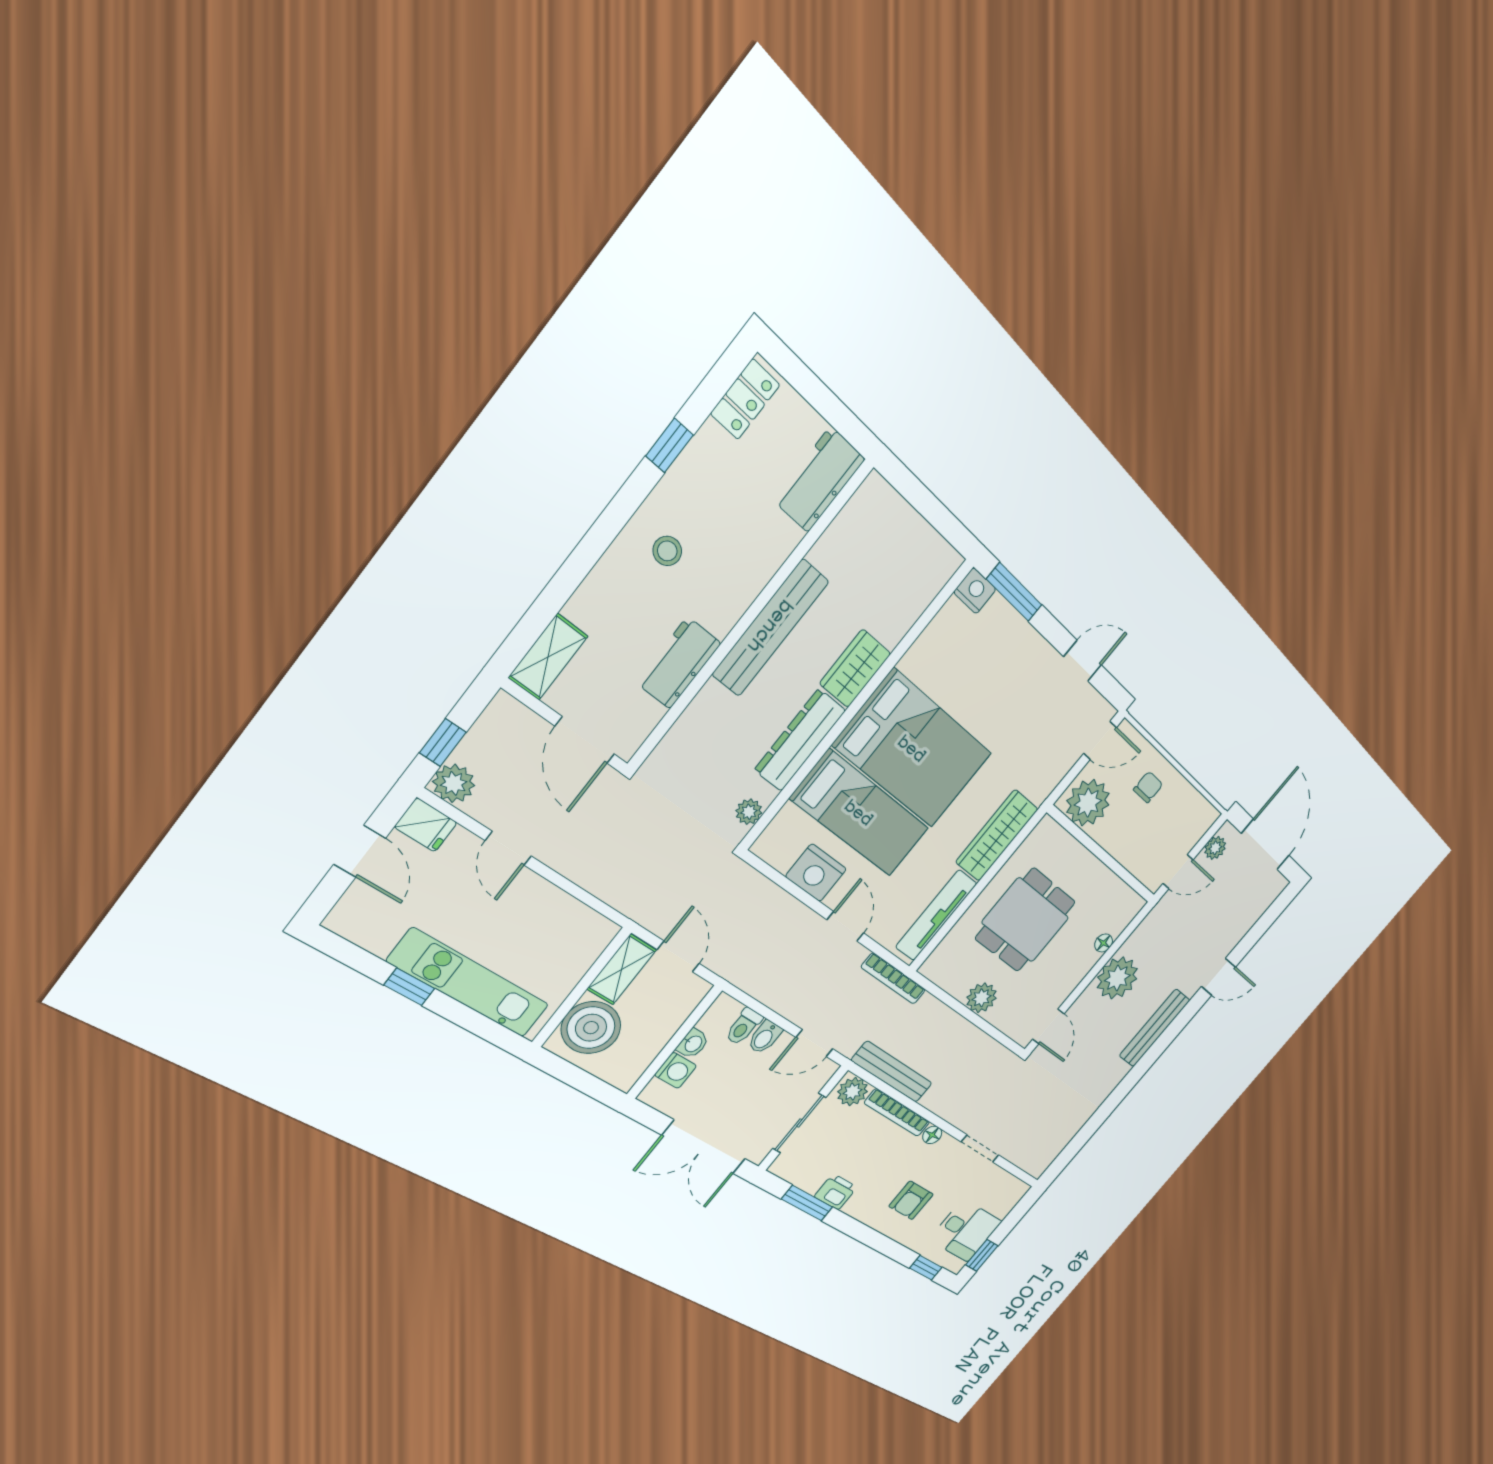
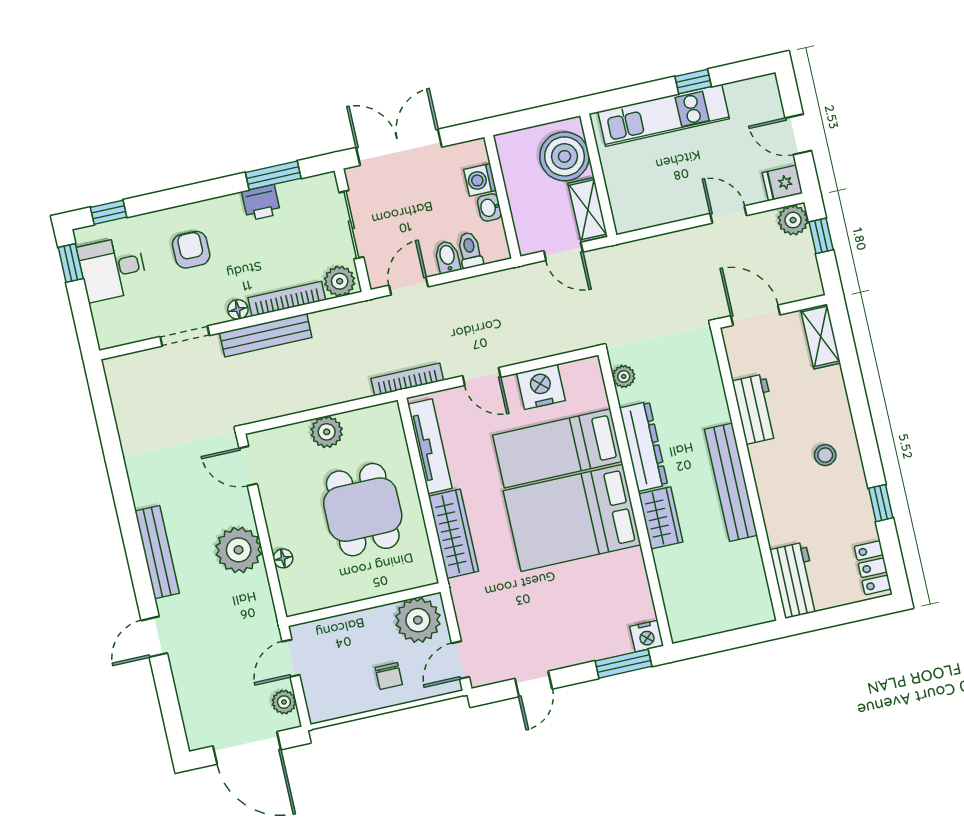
bench: (892, 1072) -> (266, 335), moved

